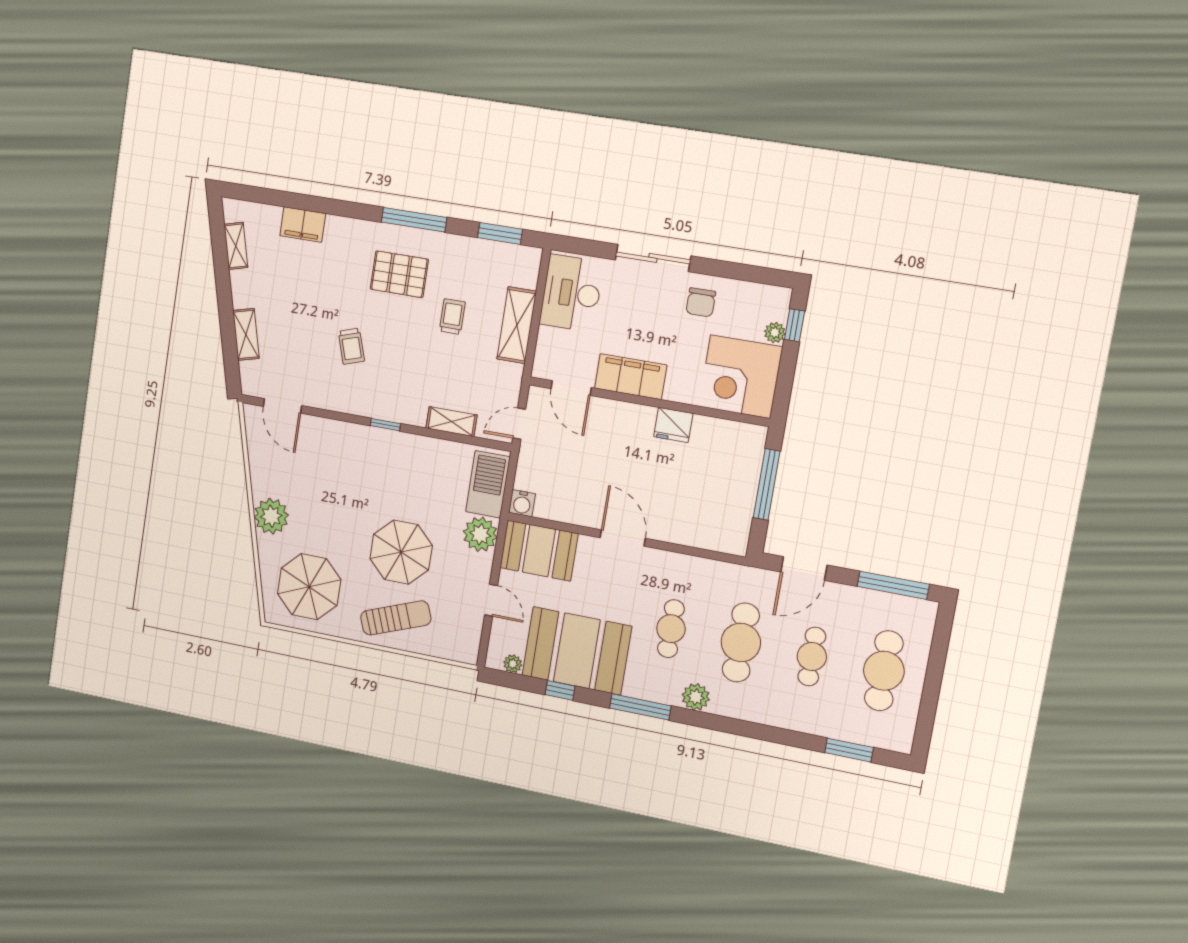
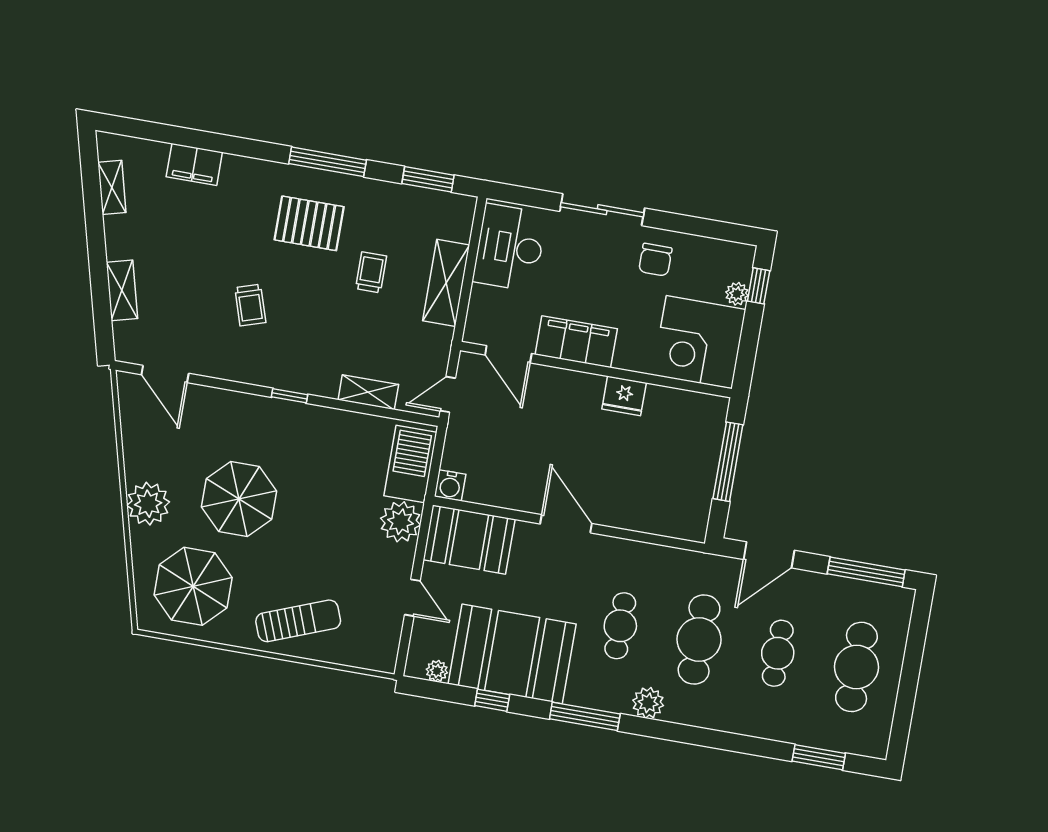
parasol: (401, 552) -> (239, 499), moved

